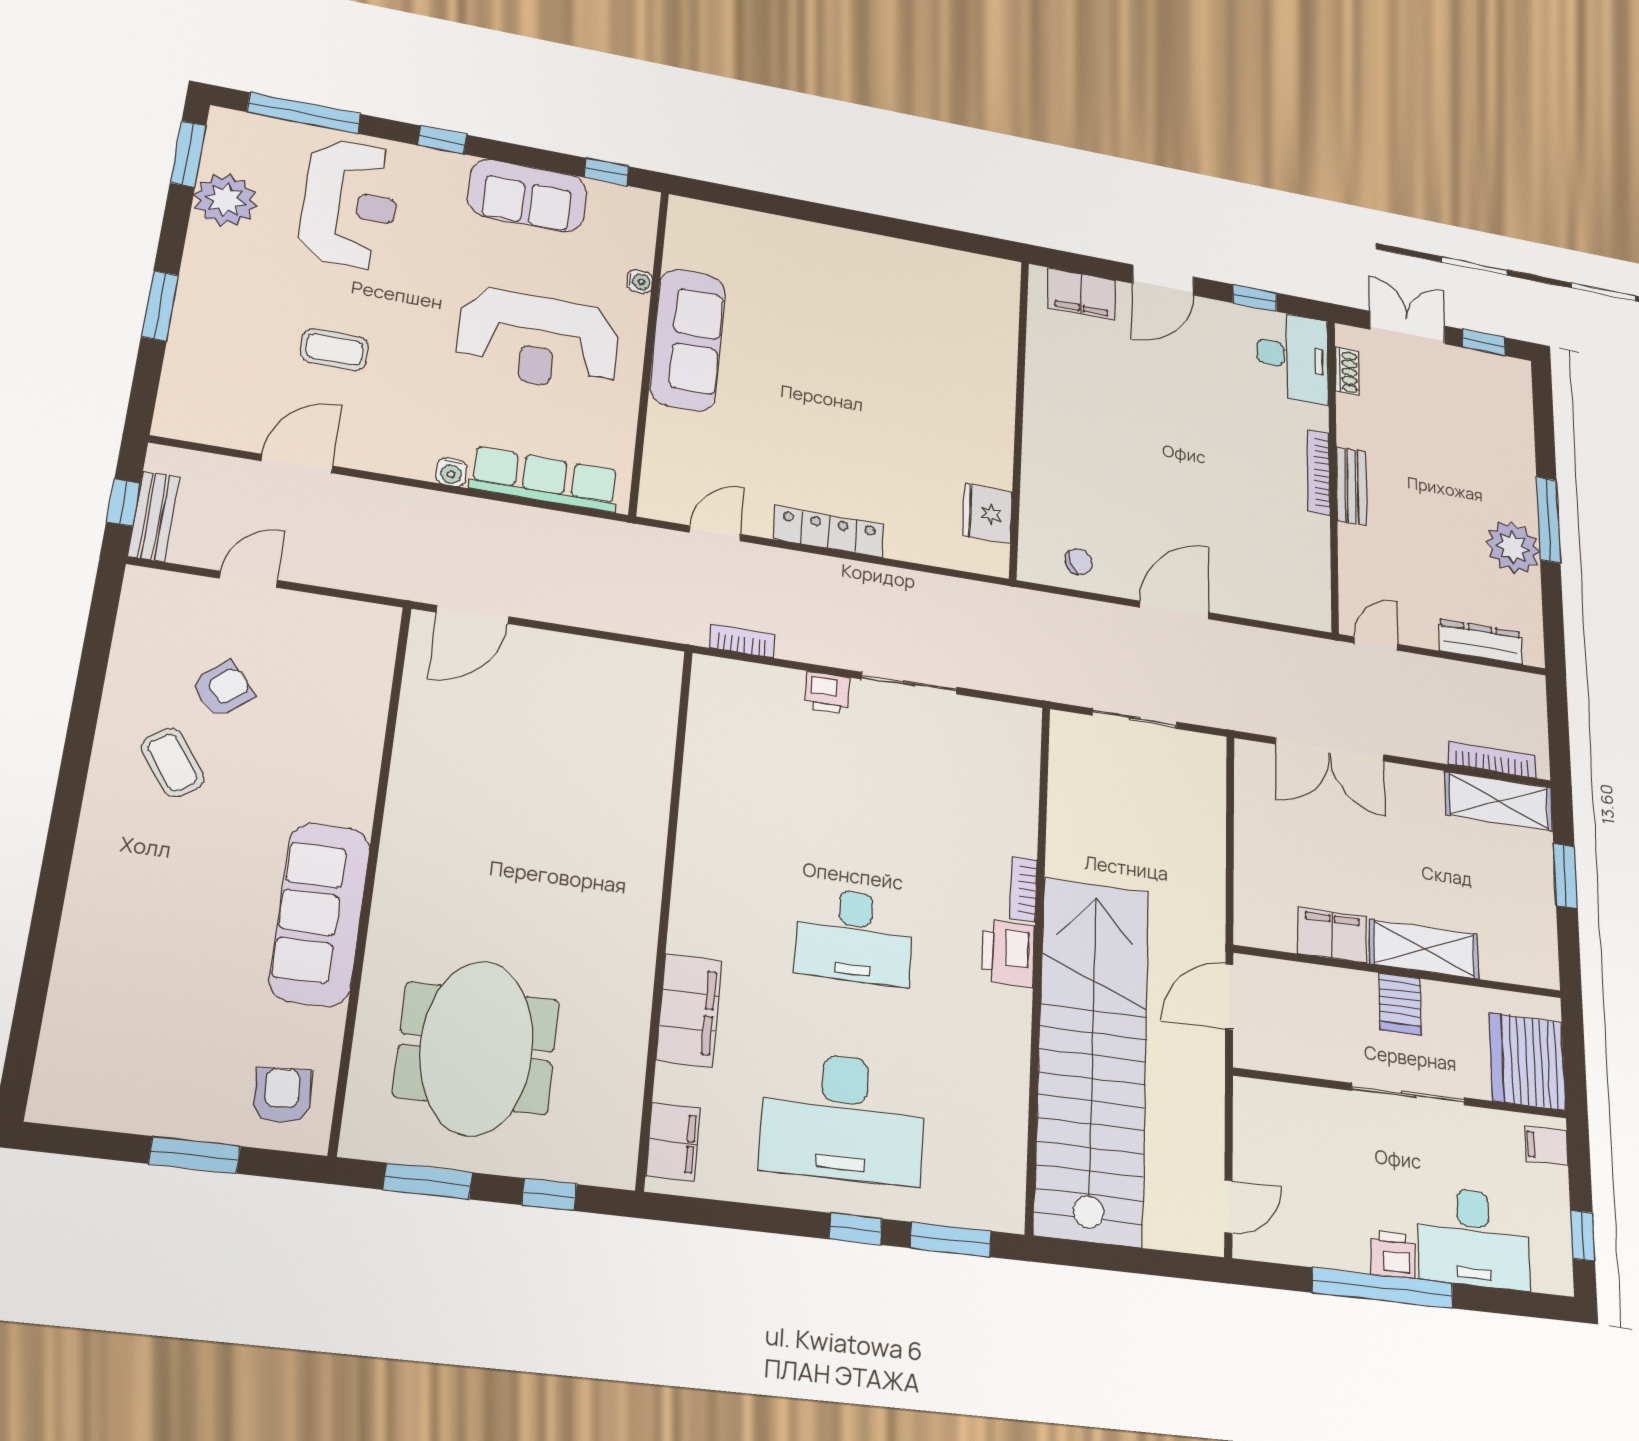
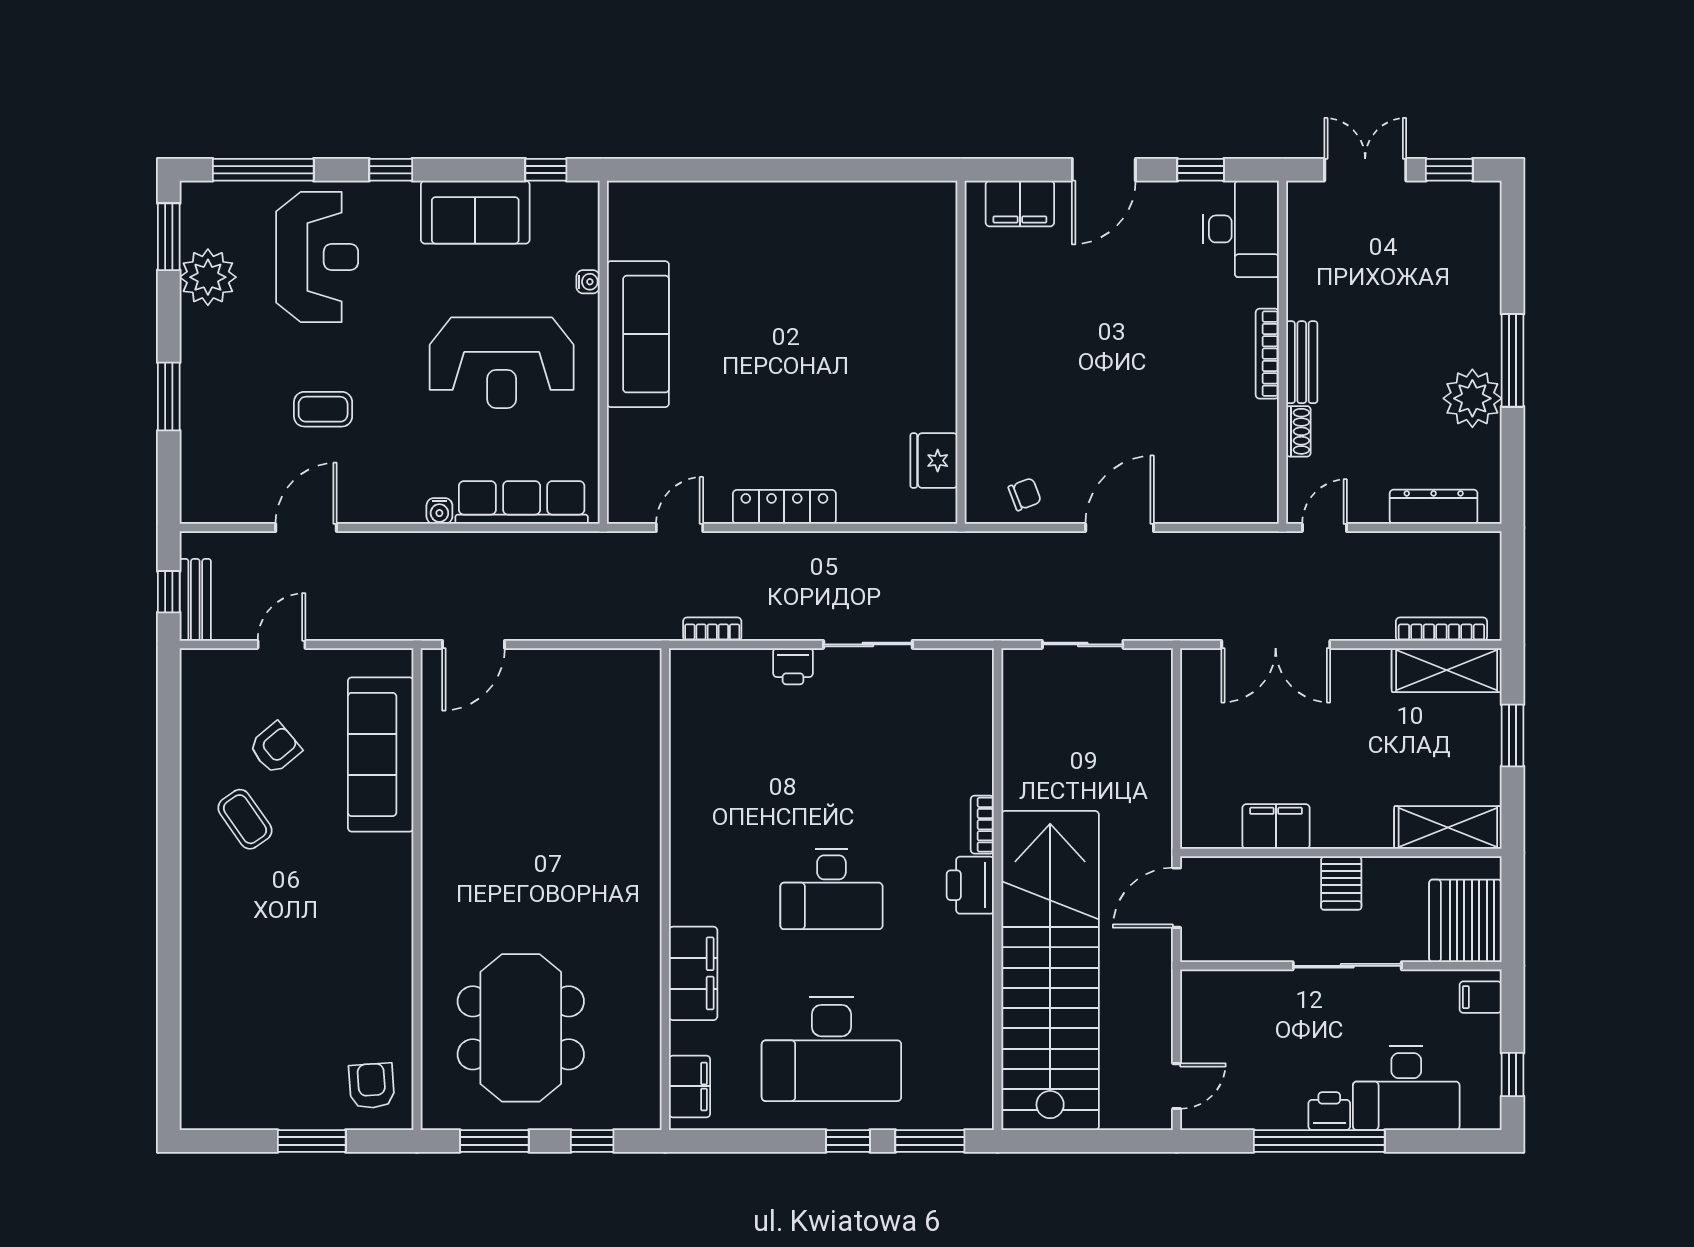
shoe rack: (1347, 372) -> (1298, 431), moved
sofa: (320, 914) -> (381, 754), moved
shelving: (1424, 949) -> (1448, 827), moved

